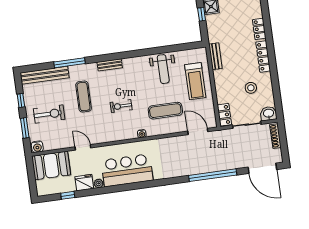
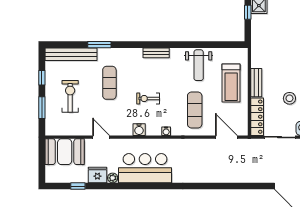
bench: (215, 56) -> (256, 83), moved
window: (69, 63) -> (99, 45), width x0.69
bench: (110, 65) -> (156, 53), moved
exercise mat: (165, 111) -> (195, 110), turned 90
exercise bike: (49, 114) -> (70, 96), turned -90
locker: (224, 115) -> (257, 117), width x1.53
water cooler: (37, 147) -> (139, 130), moved
window: (213, 175) -> (236, 186), removed

